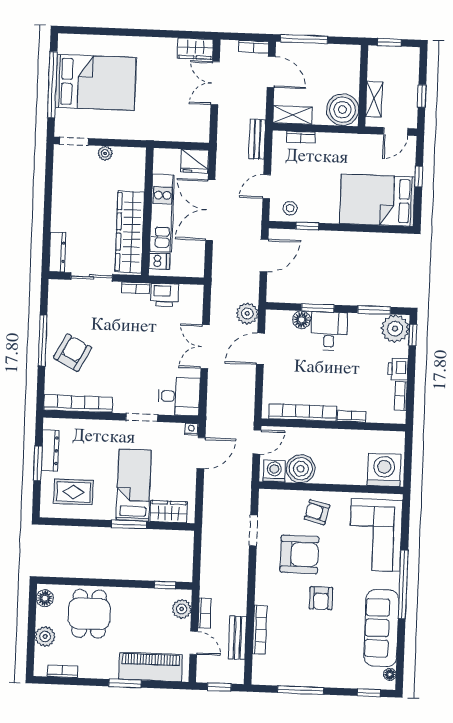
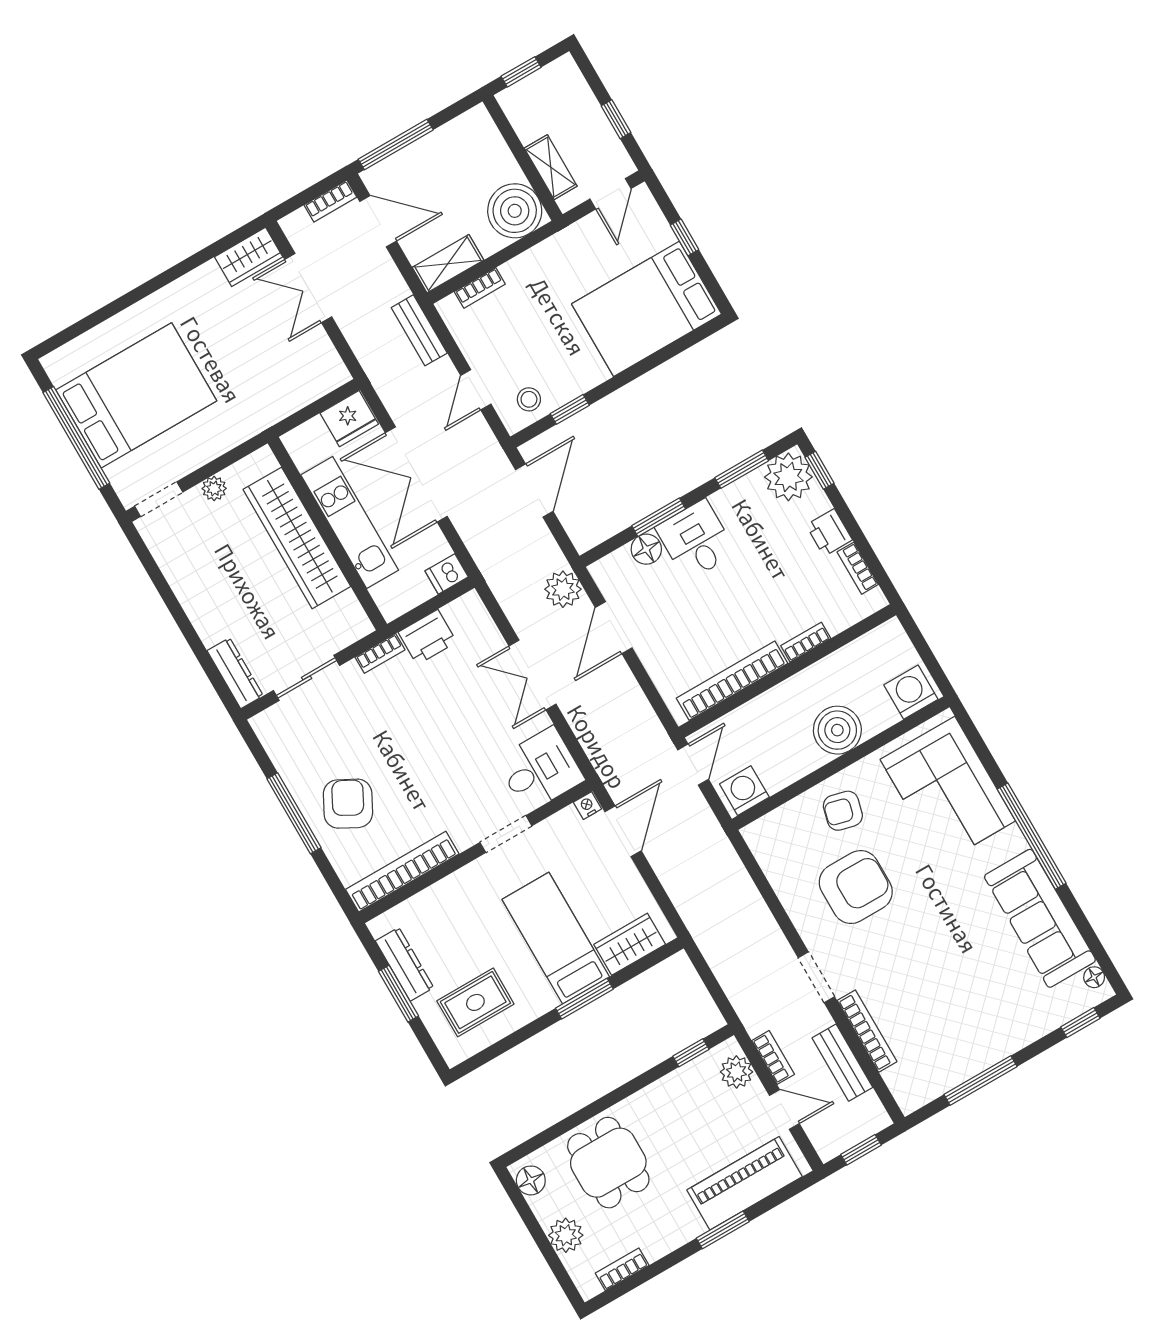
wardrobe: (130, 232) -> (297, 538), moved
dishwasher: (159, 261) -> (447, 574), moved, turned 180
boiler: (301, 469) -> (837, 730), moved
washing machine: (384, 470) -> (911, 692), width x0.73, depth x0.73
doorway: (254, 530) -> (816, 977), moved
armchair: (321, 598) -> (926, 930), removed

